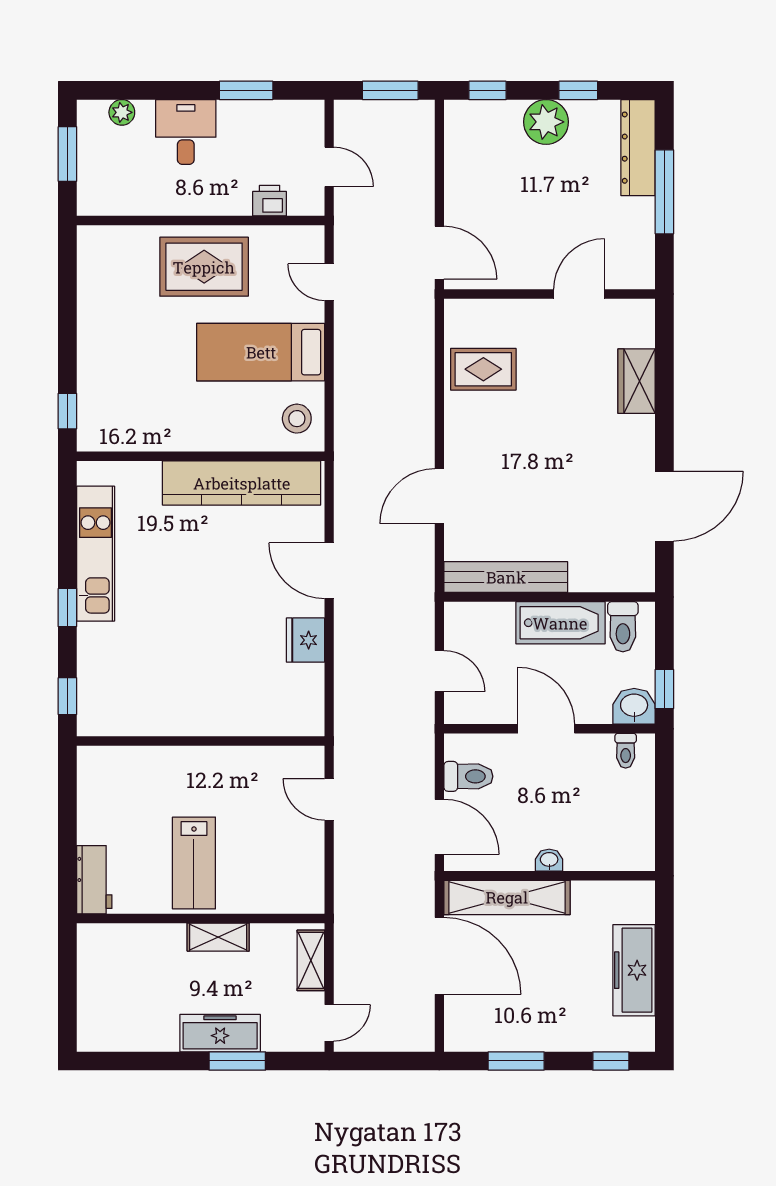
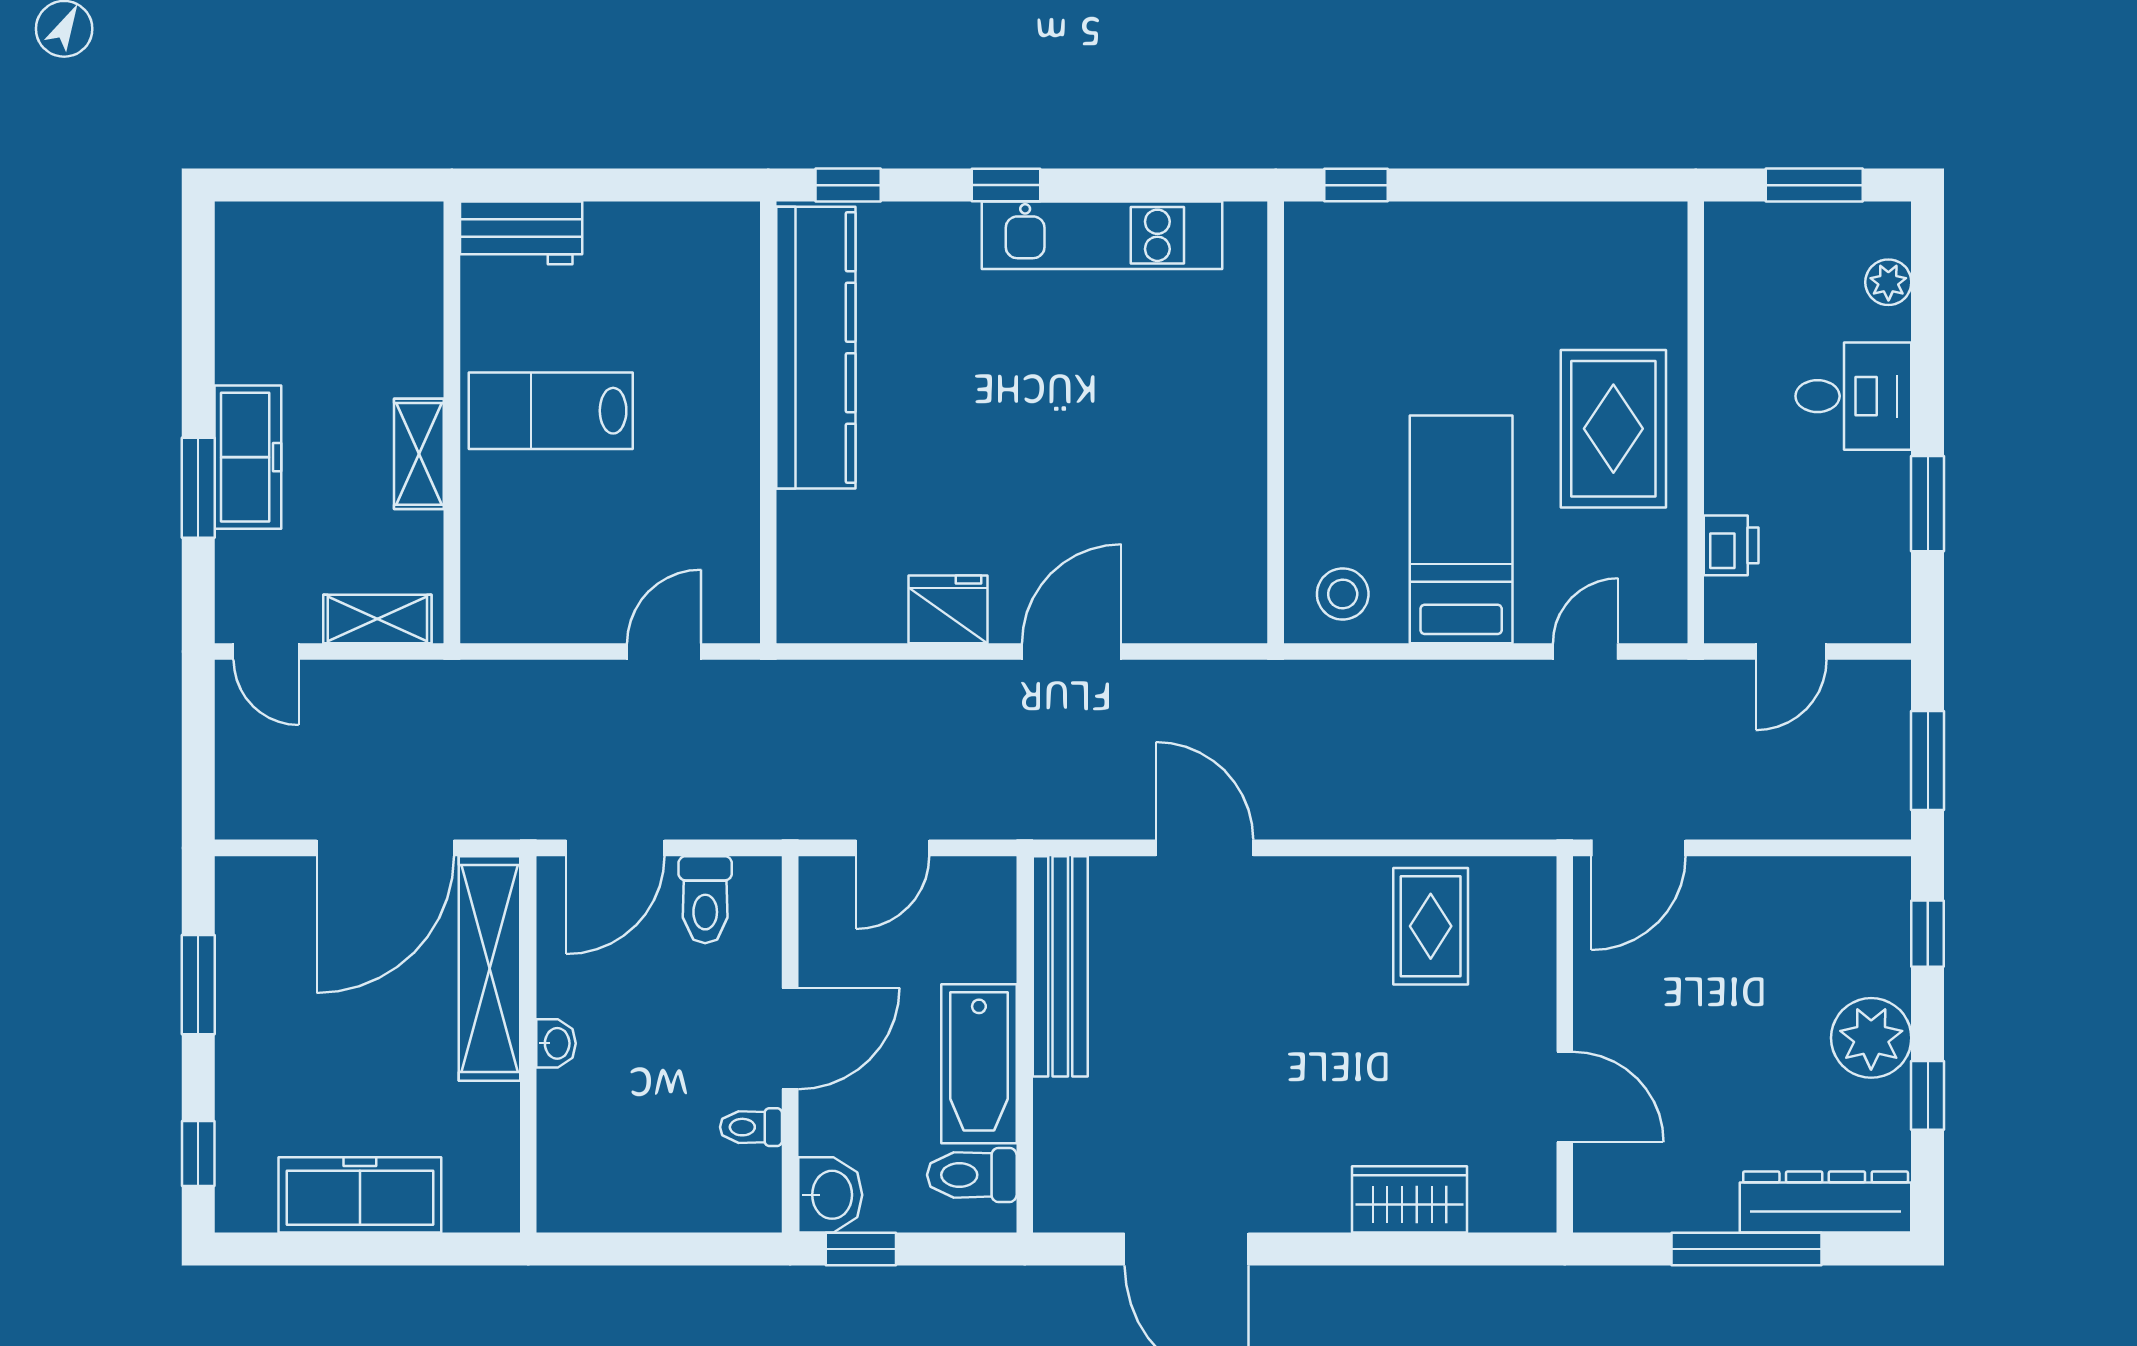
kitchen counter: (242, 483) -> (816, 348), moved, turned 180
toilet: (626, 751) -> (751, 1127), moved

